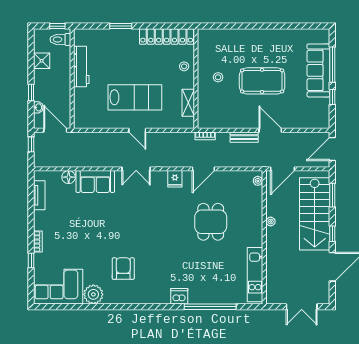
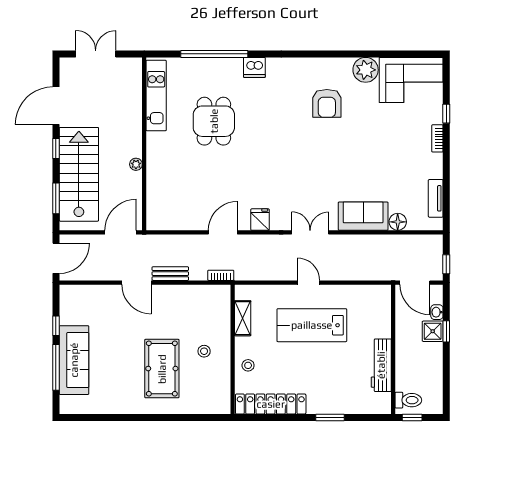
shower: (42, 61) -> (433, 331), moved
pool table: (262, 81) -> (162, 369), moved, turned 90
plant: (258, 181) -> (153, 217), removed
dining table: (211, 222) -> (214, 121), moved

